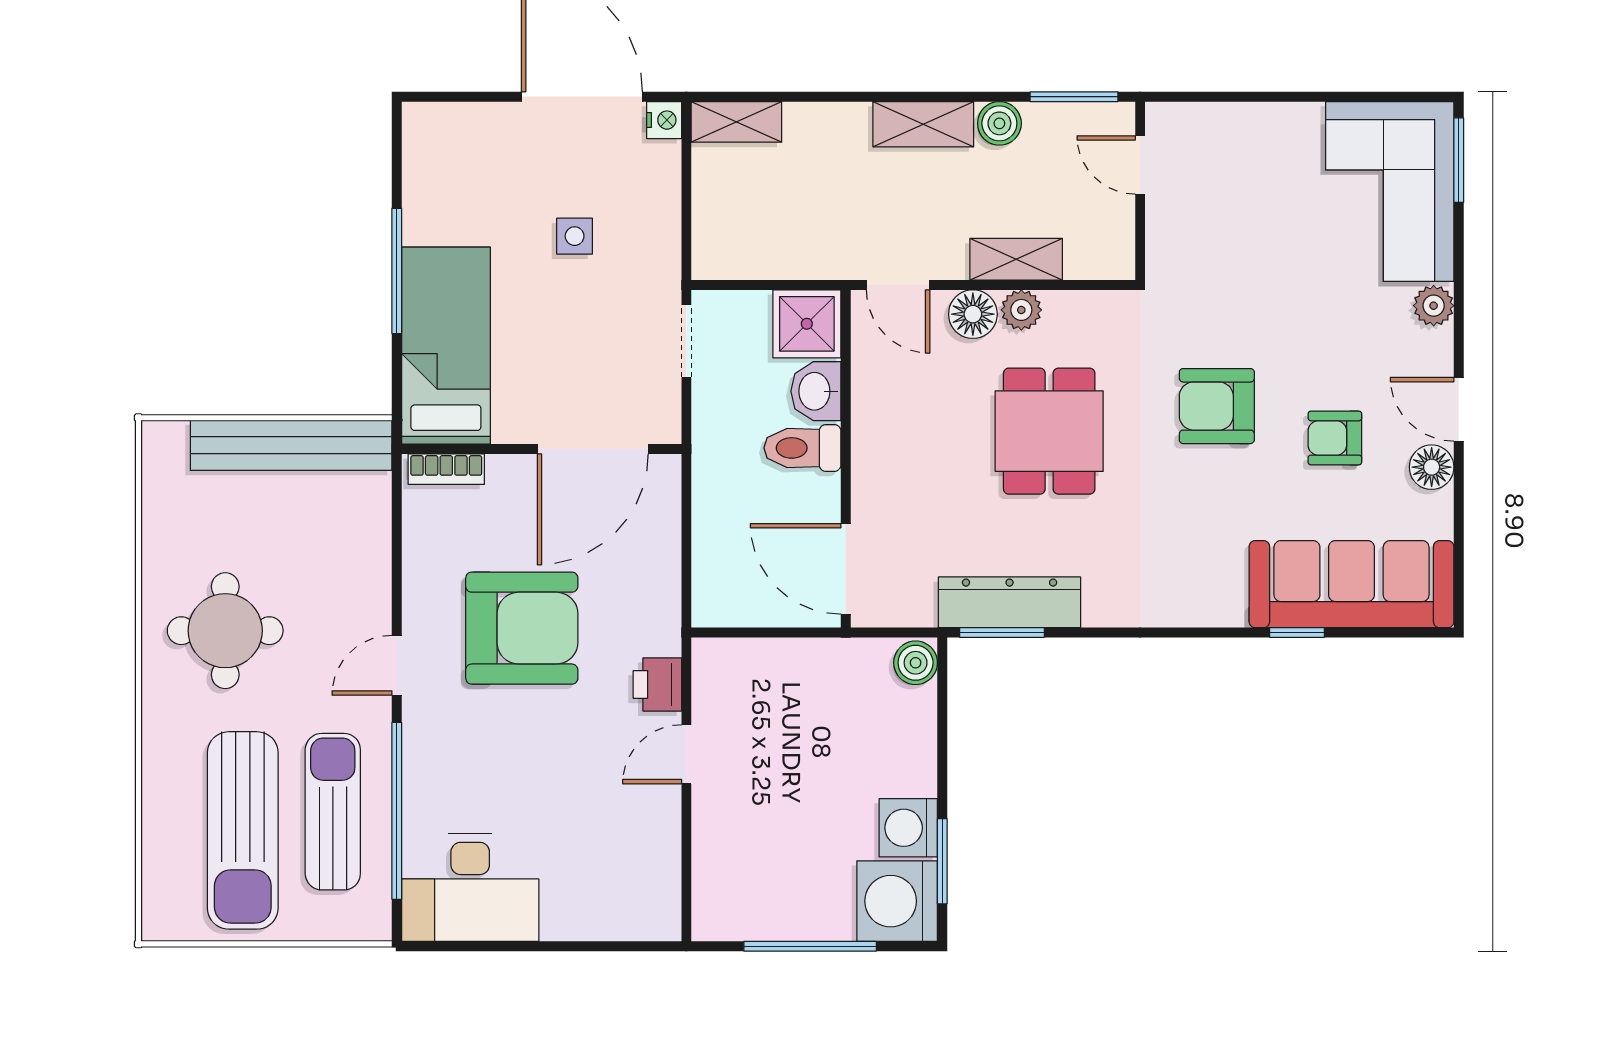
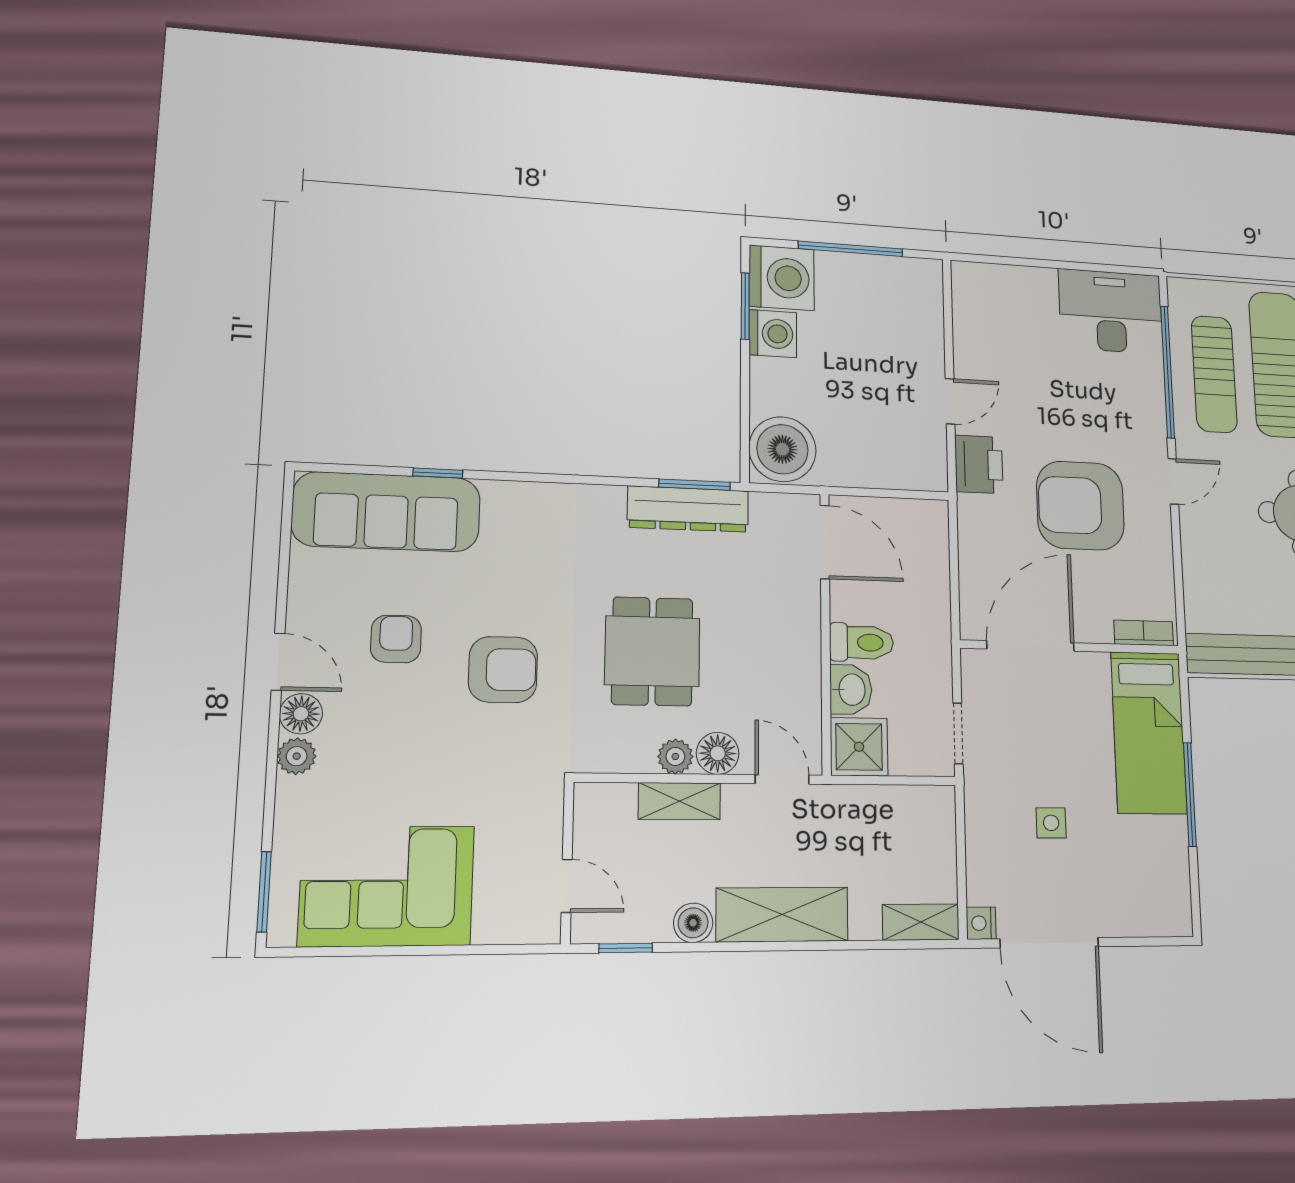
window: (1074, 97) -> (626, 948), width x0.67
shelving: (923, 124) -> (782, 915), width x1.50, depth x1.33
corner sofa: (1390, 191) -> (387, 886), moved, turned -90
armchair: (1335, 438) -> (396, 639), turned -90
floor lamp: (1432, 467) -> (301, 714), moved
boiler: (916, 663) -> (782, 449), width x1.86, depth x1.86
printer: (657, 684) -> (979, 464), width x1.36, depth x1.24

